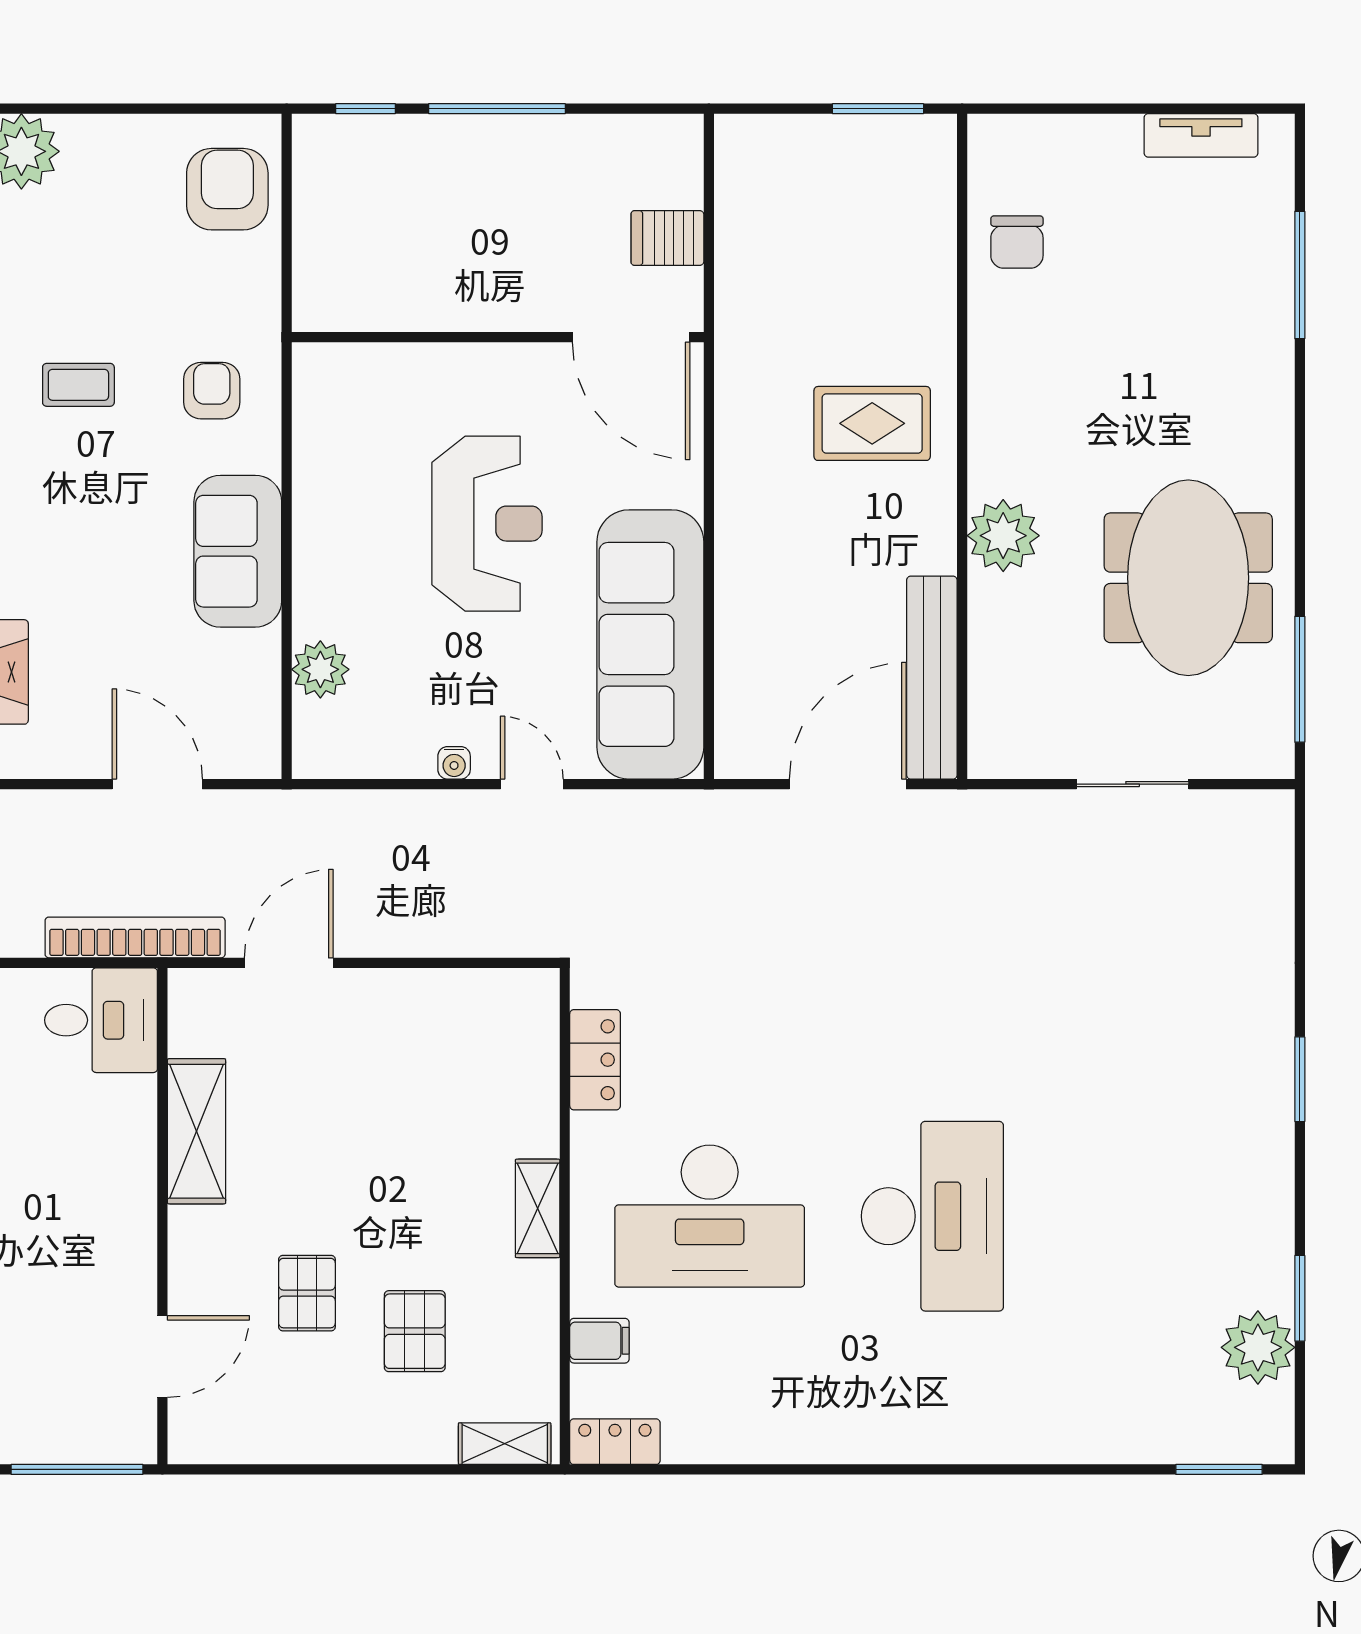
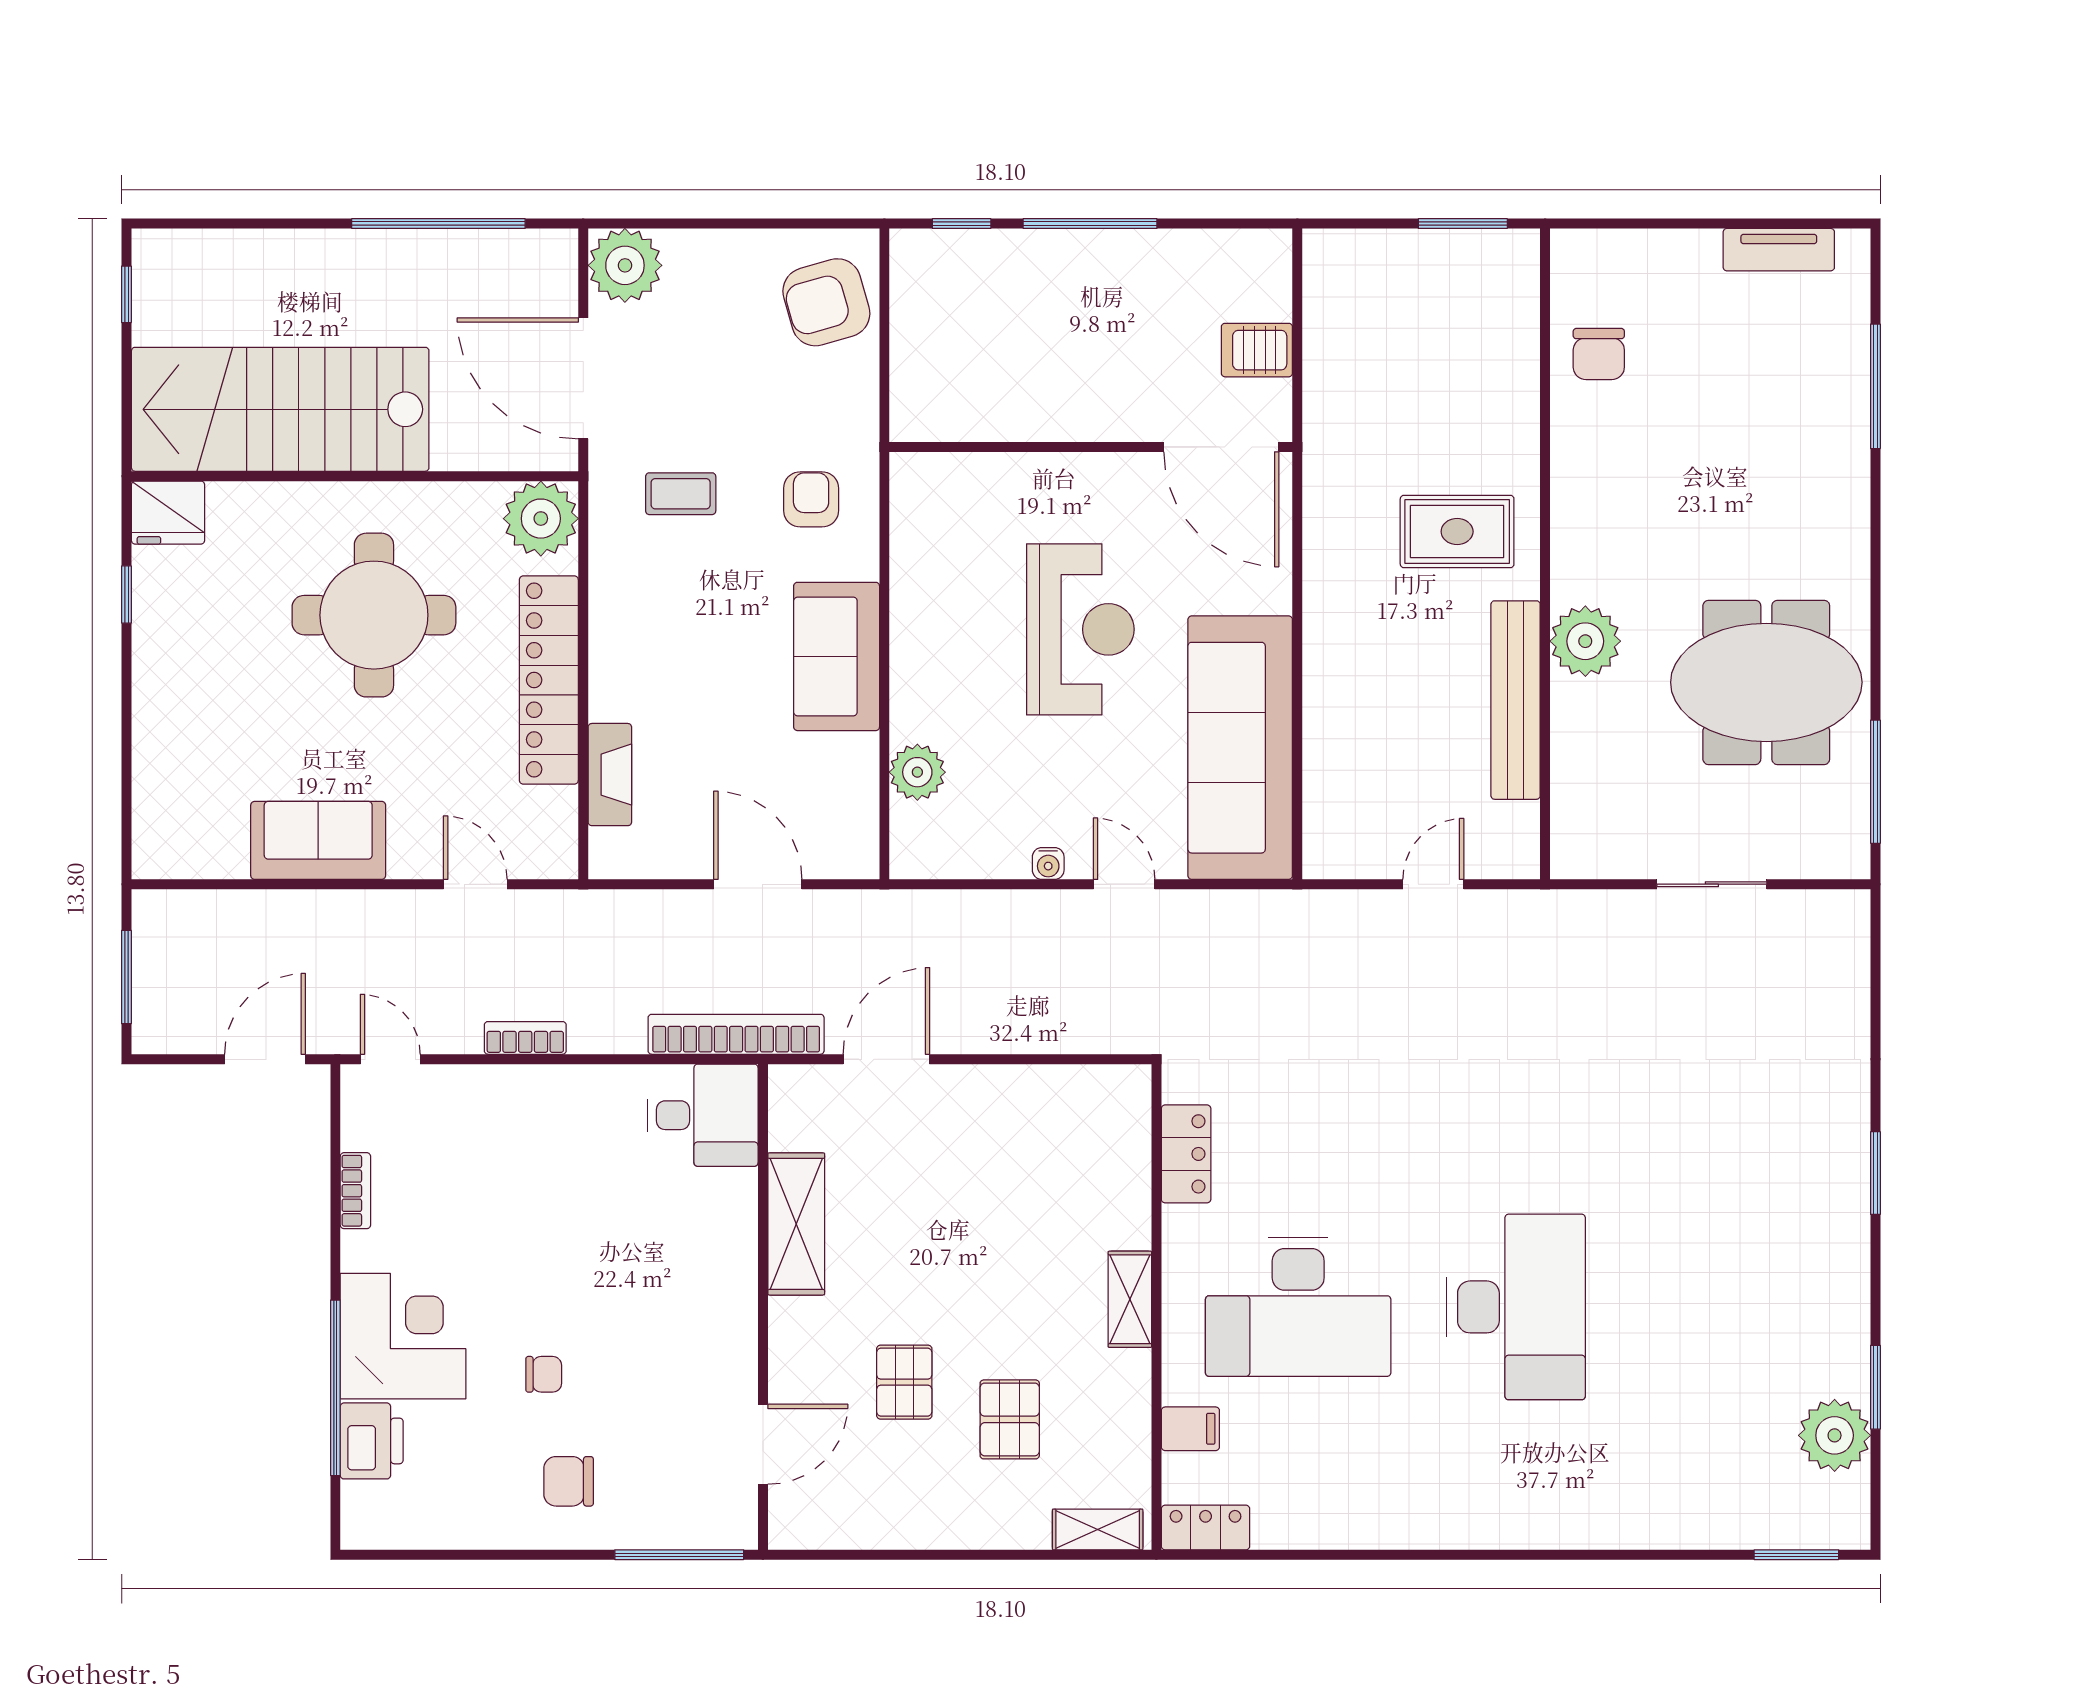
armchair: (227, 189) -> (826, 302), turned -106
meeting table: (1188, 578) -> (1766, 682), turned 90
bench: (932, 678) -> (1516, 700), moved
door: (848, 784) -> (1433, 884), width x0.53

